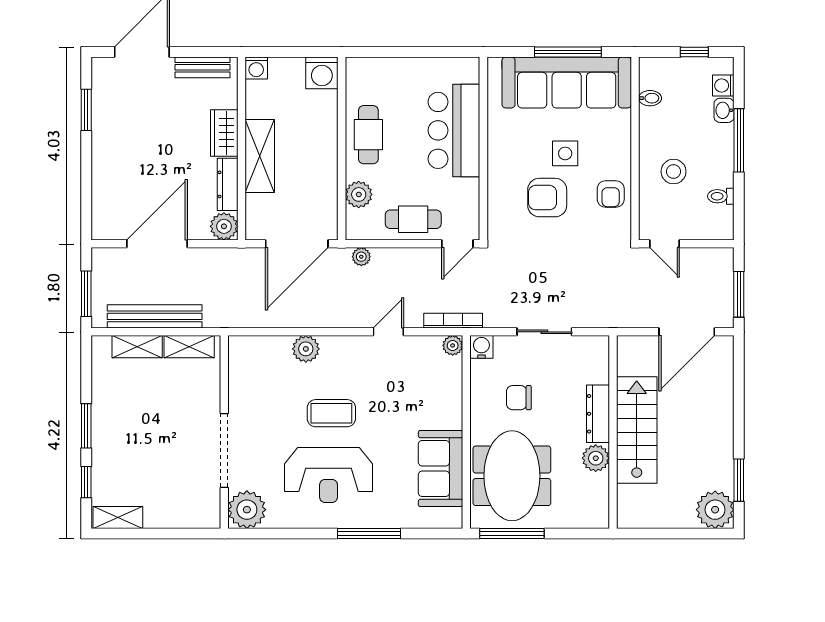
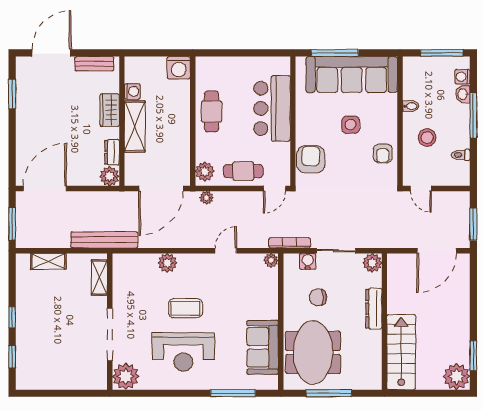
window: (568, 52) -> (335, 53), moved
window: (694, 52) -> (442, 53), width x2.17
washing machine: (256, 68) -> (132, 91), moved, turned -90
bidet: (650, 98) -> (411, 106), moved
dresser: (228, 184) -> (112, 152), width x0.70
plant: (359, 194) -> (205, 171), moved
armchair: (547, 198) -> (311, 159), moved, turned 90
door: (157, 244) -> (45, 189), moved
bench: (155, 316) -> (104, 240), moved
bookcase: (453, 321) -> (290, 243), moved
shelving: (189, 347) -> (99, 278), moved, turned 90
water cooler: (481, 347) -> (308, 261), moved
window: (86, 426) -> (12, 317), width x0.67
stairs: (637, 430) -> (401, 352), moved
plant: (596, 458) -> (372, 263), moved
shelving: (118, 517) -> (34, 382), removed
window: (369, 533) -> (233, 393), moved
window: (512, 533) -> (329, 393), moved

